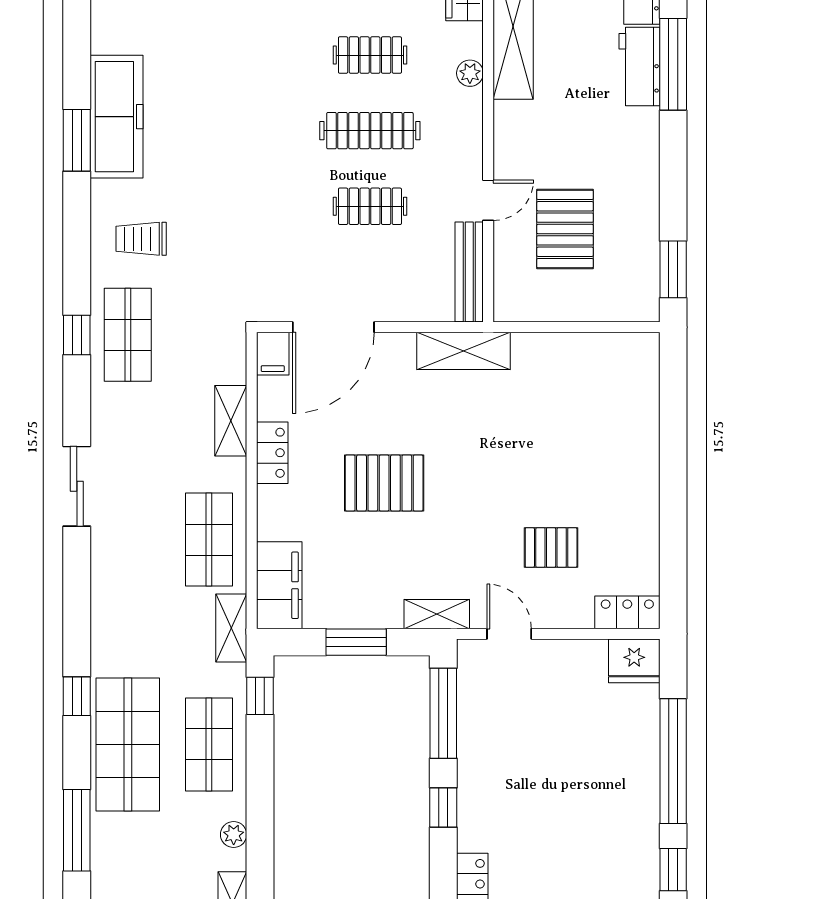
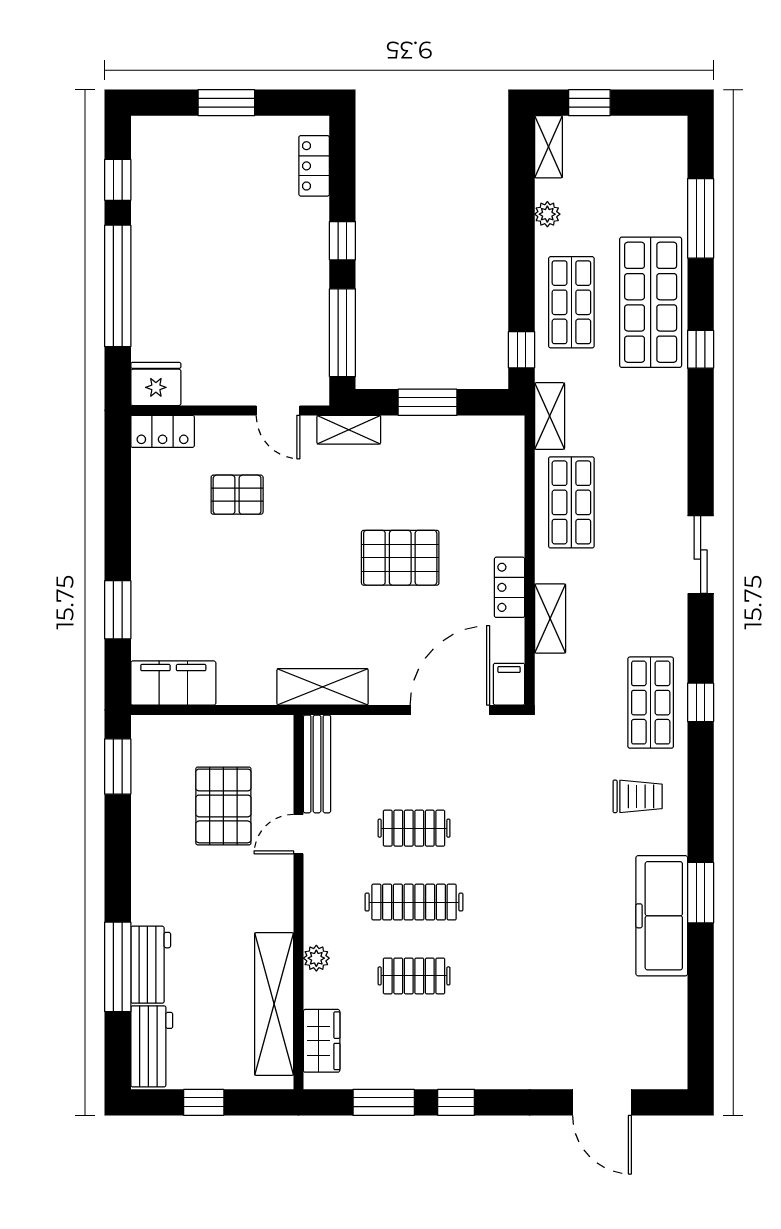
window: (673, 430) -> (118, 610), added
filing cabinet: (279, 585) -> (173, 683), moved, turned 90

